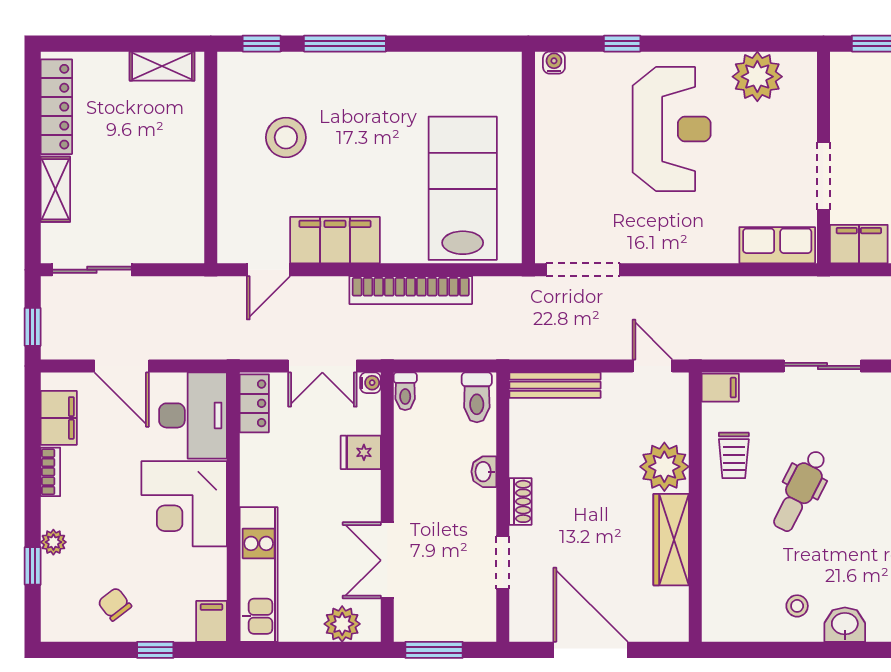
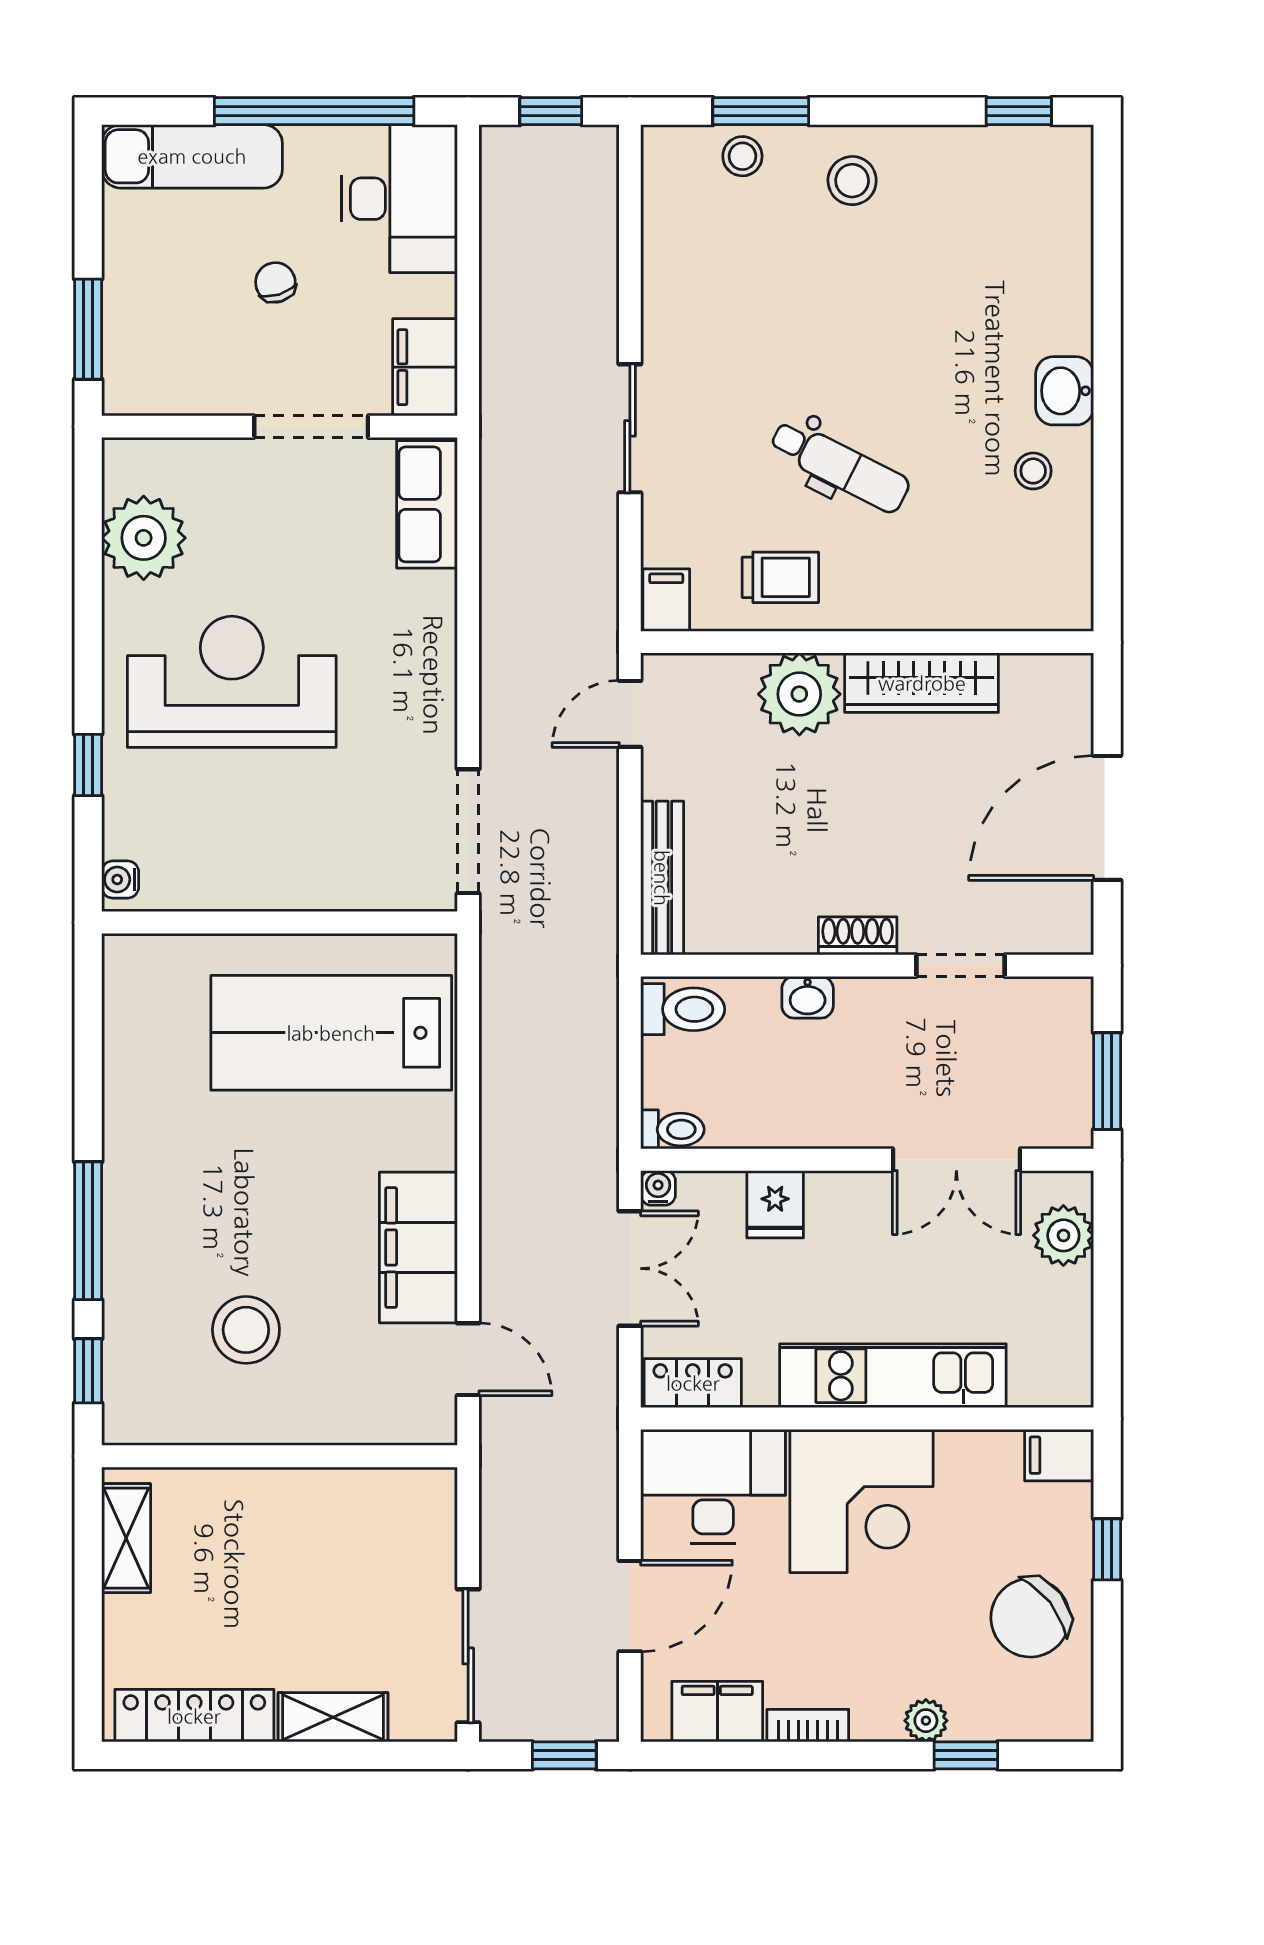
bookcase: (411, 290) -> (502, 1120), removed
kitchen unit: (259, 574) -> (893, 1376), moved
chair: (115, 604) -> (1030, 1618), width x1.87, depth x1.87

